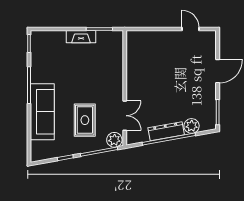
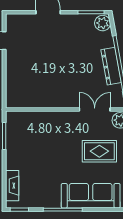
fireplace: (81, 37) -> (12, 186), moved
plant: (192, 126) -> (103, 23), moved

